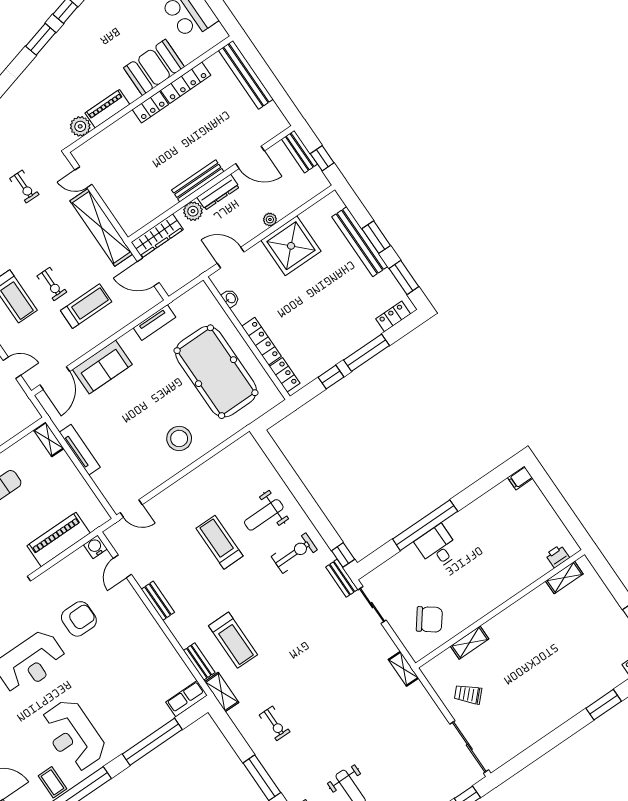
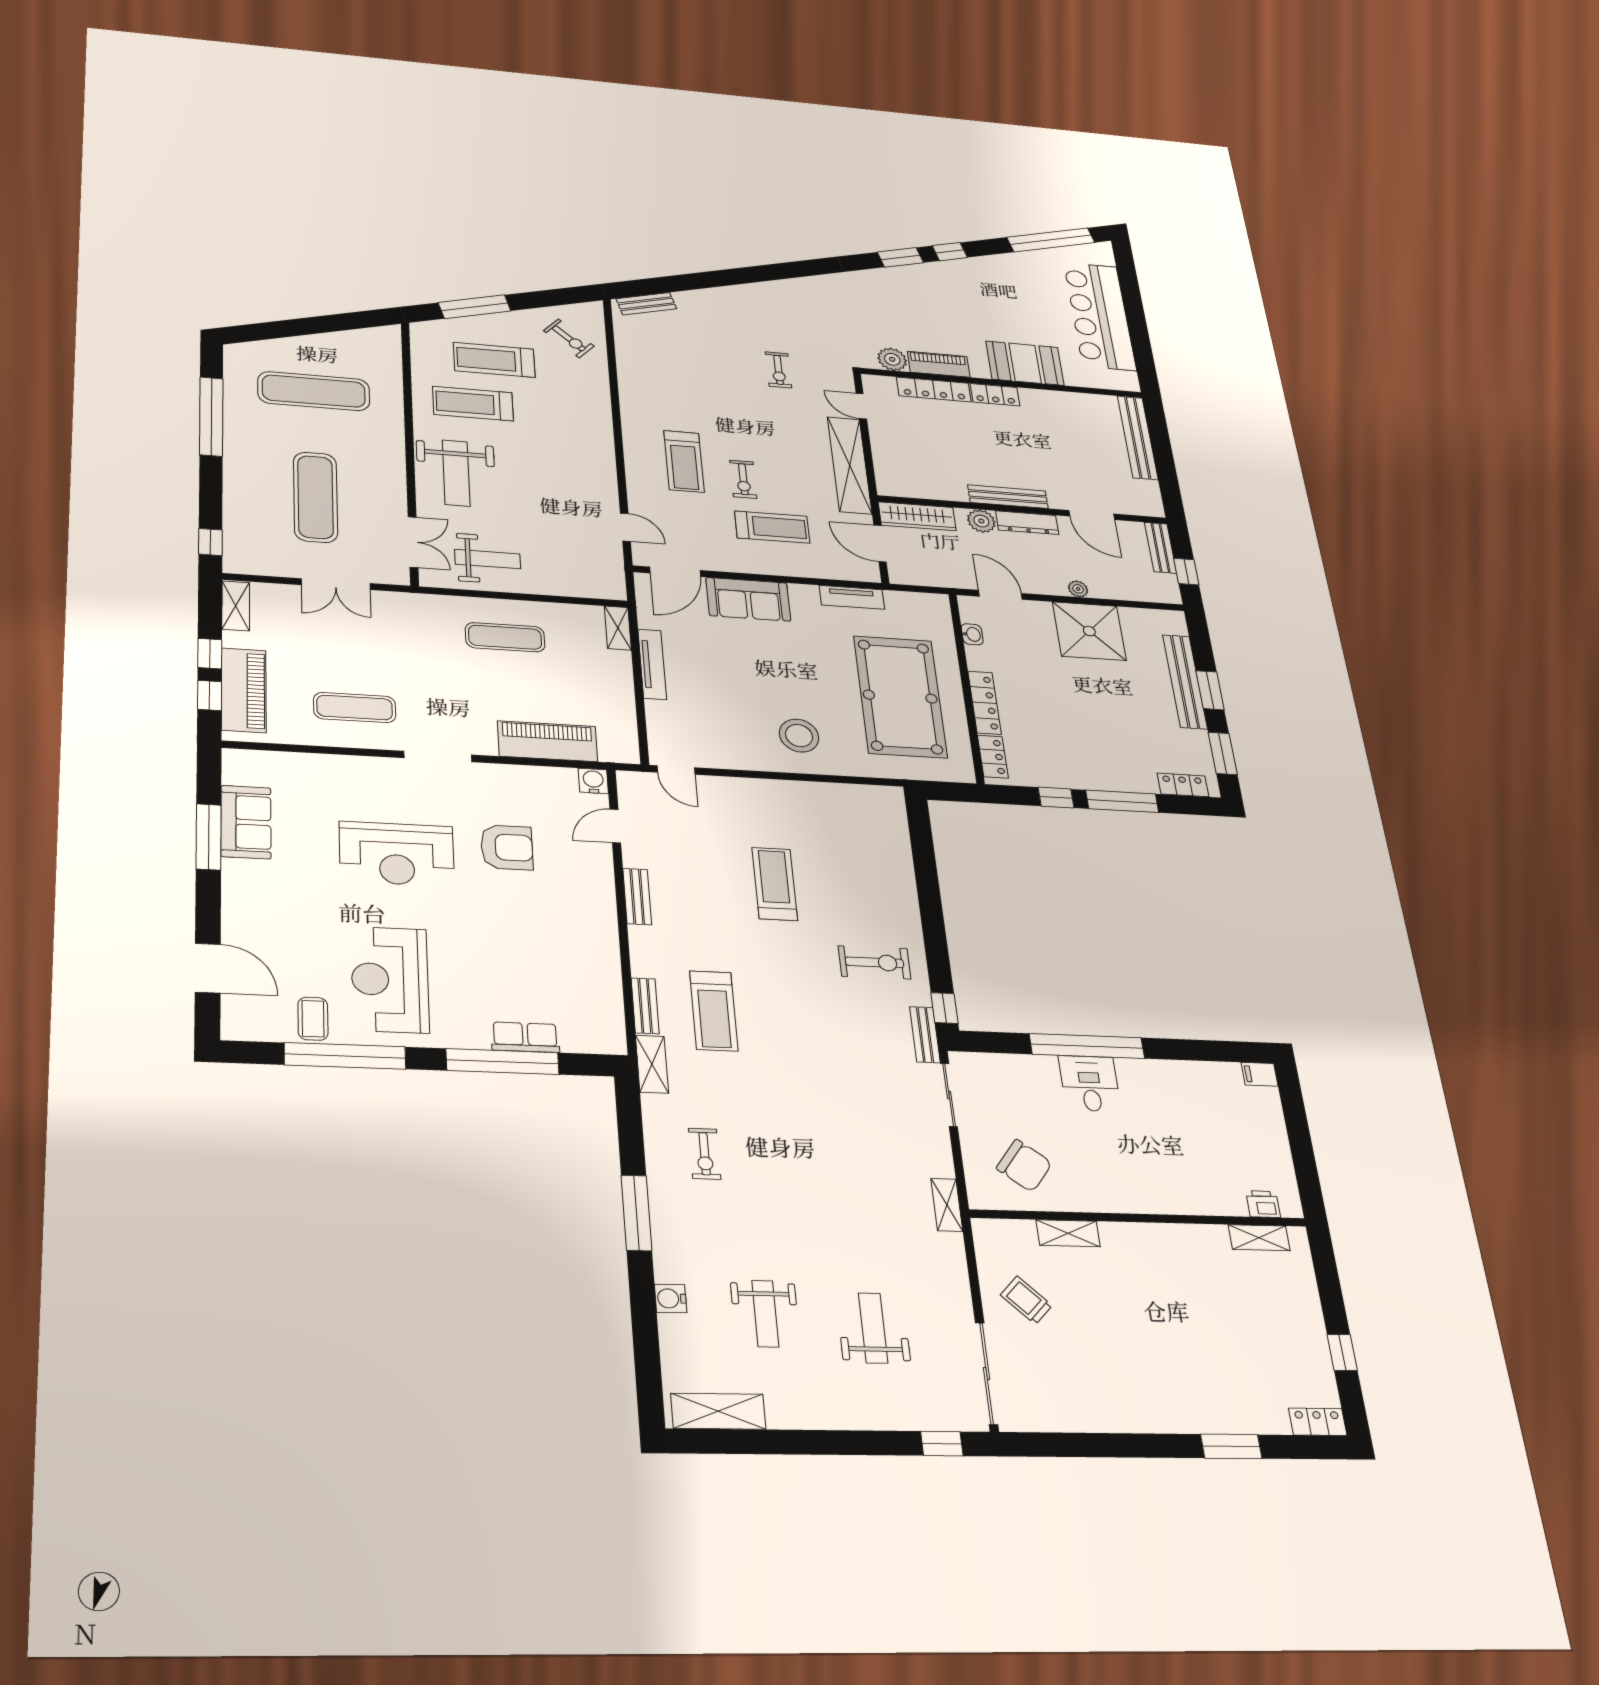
locker: (186, 83) -> (934, 390), moved
weight bench: (264, 515) -> (873, 1328), moved, turned 90
row of seats: (187, 699) -> (525, 1037), moved

